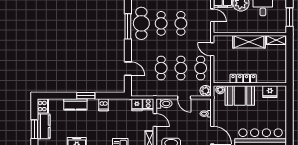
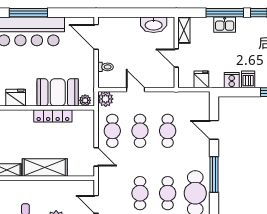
window: (128, 26) -> (214, 174), moved
cooker: (148, 104) -> (232, 80), moved
toilet: (164, 104) -> (164, 81), removed

